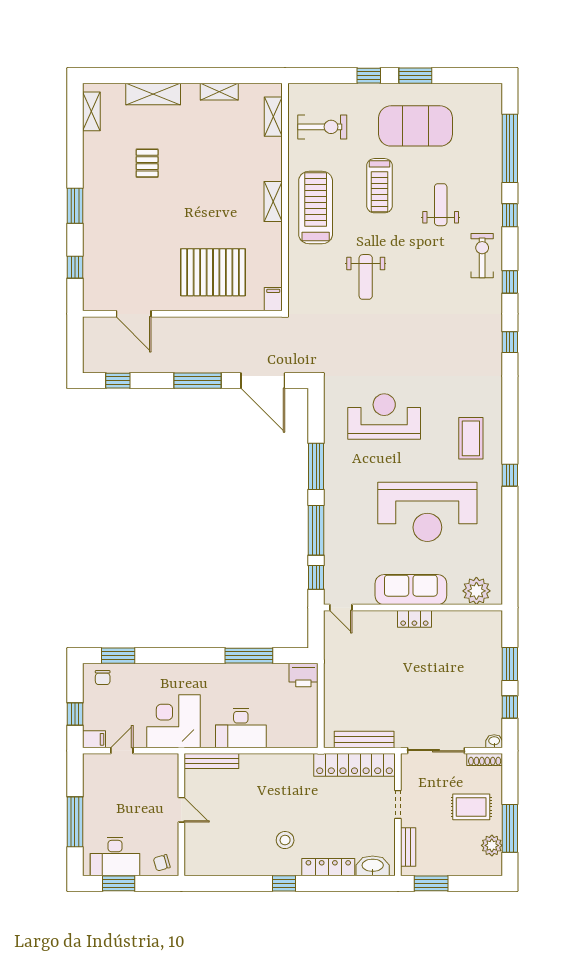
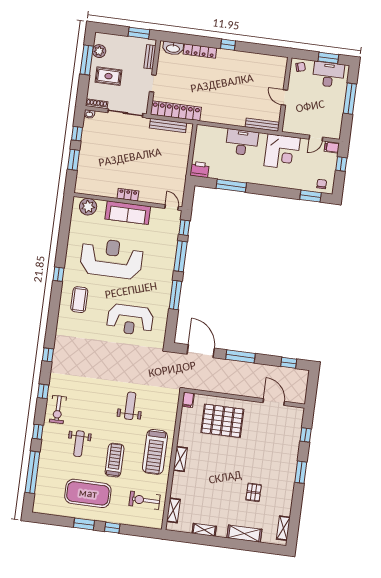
stool: (285, 840) -> (224, 71), removed

